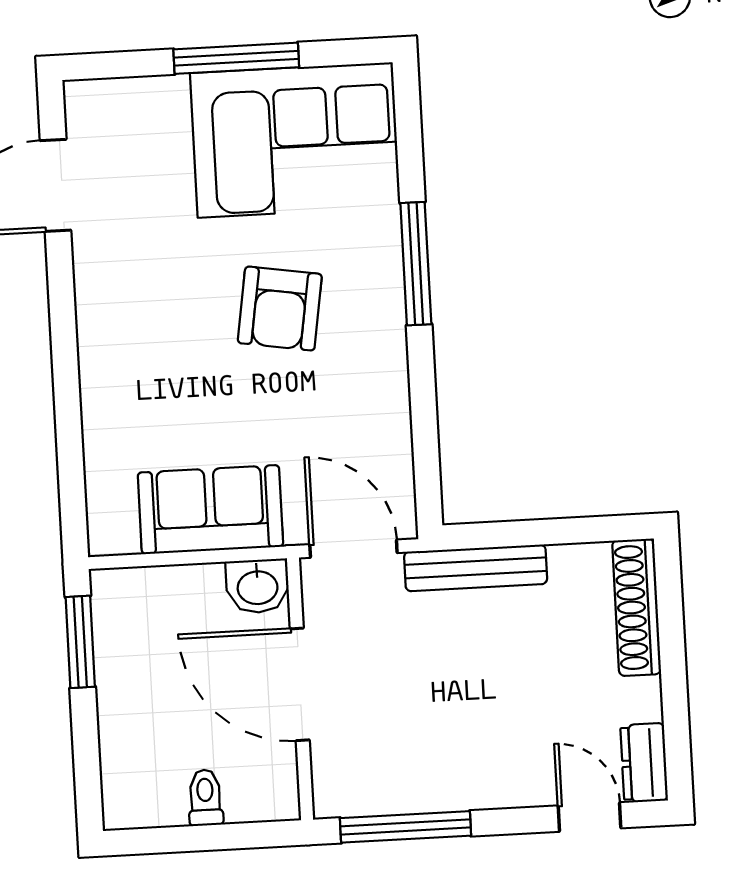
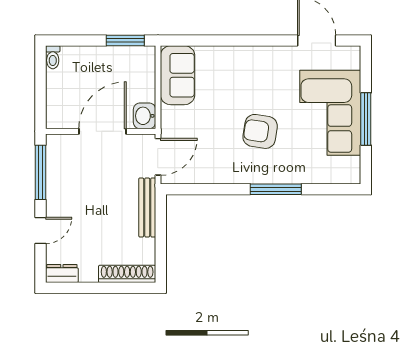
corner sofa: (295, 140) -> (330, 113), moved
sofa: (210, 510) -> (178, 75), moved
toilet: (205, 798) -> (53, 57), moved, turned 90
door: (589, 817) -> (40, 230), moved

